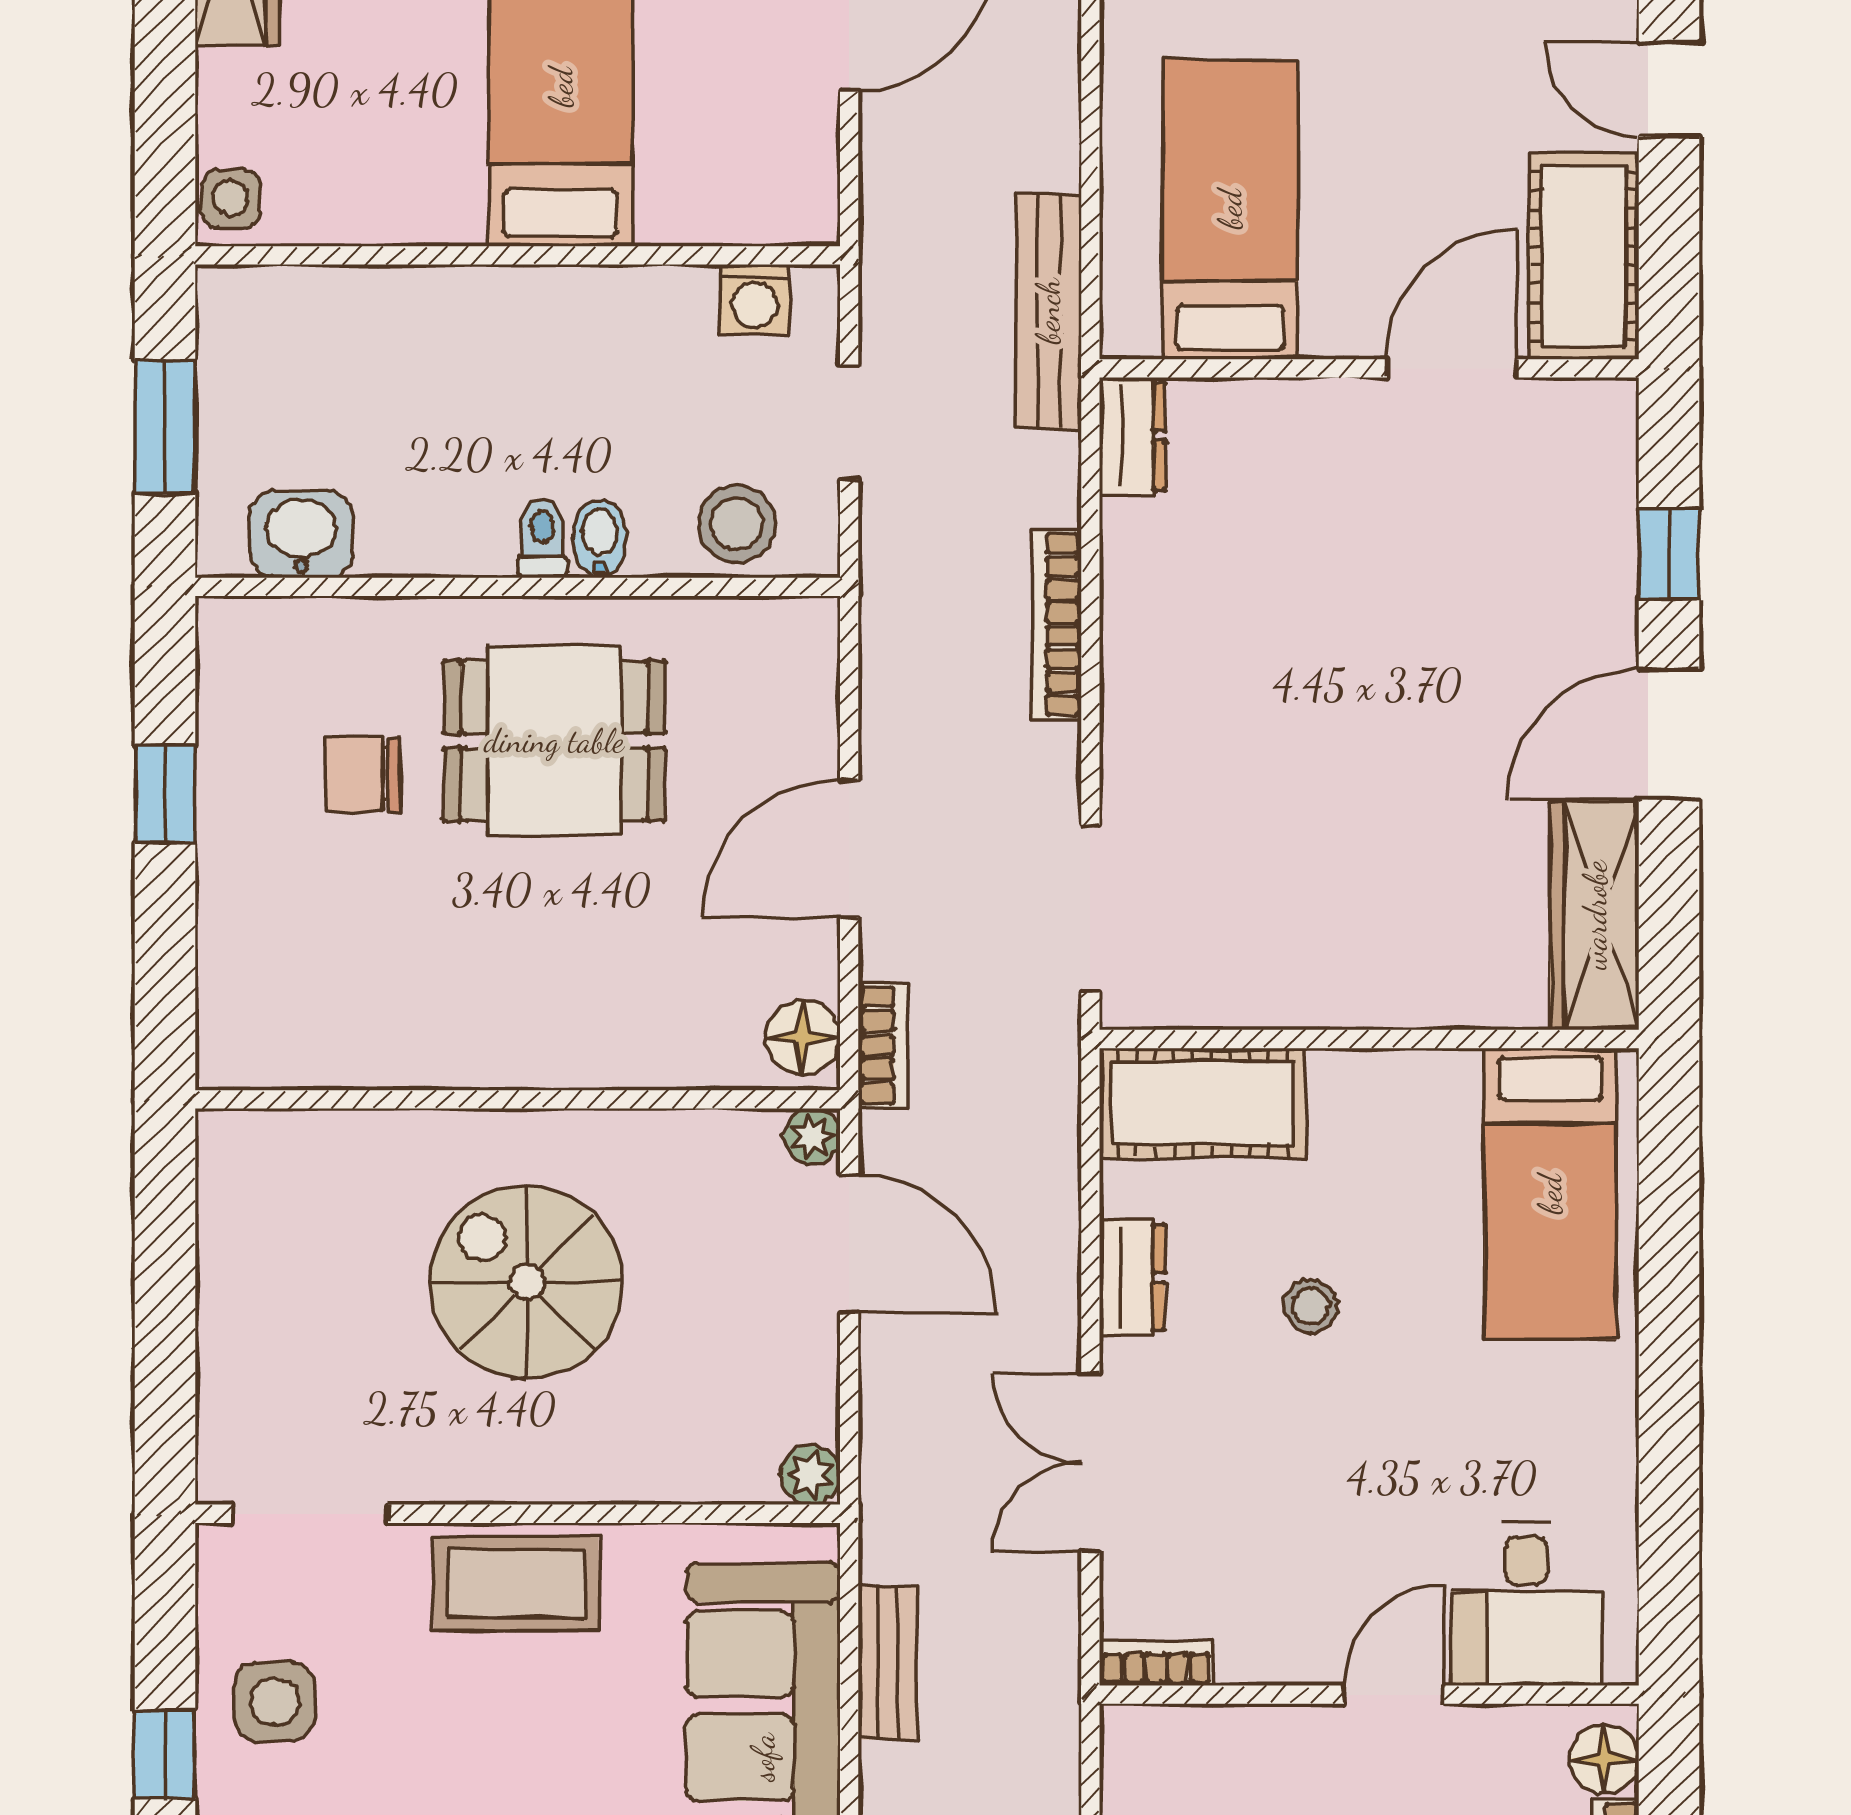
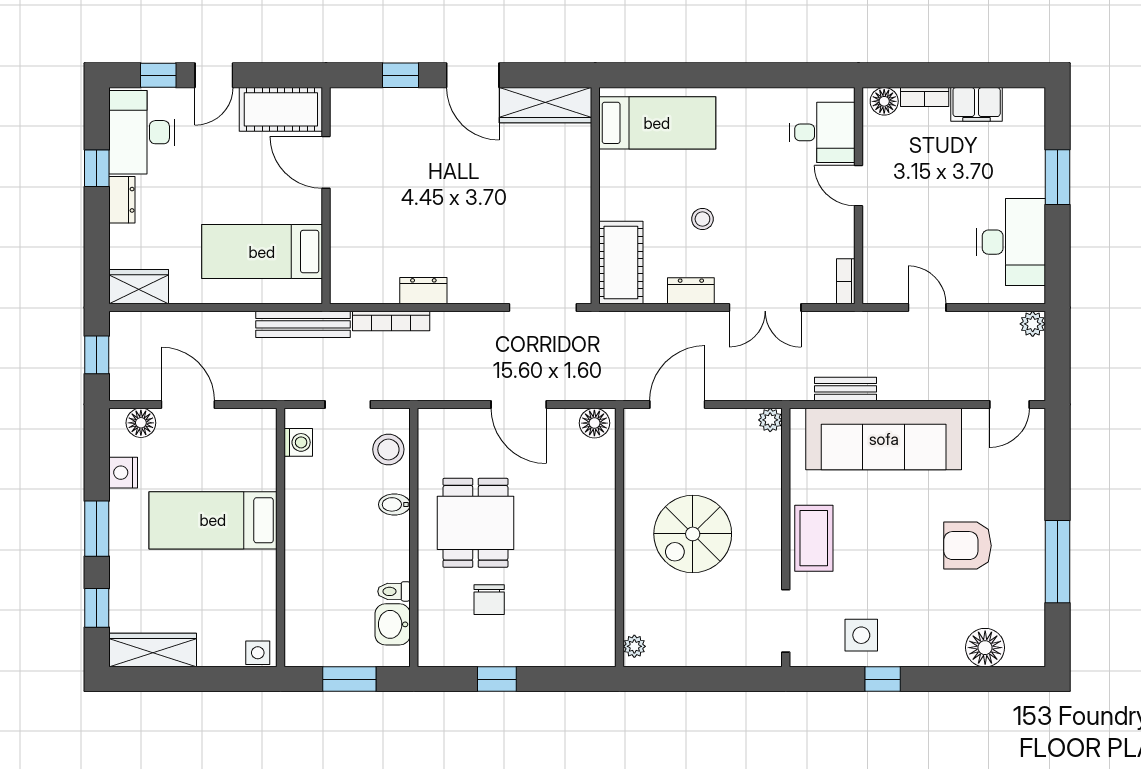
dresser: (1132, 436) -> (423, 291), moved
toilet: (543, 538) -> (394, 591), moved
bookcase: (1057, 624) -> (391, 321), moved
bookcase: (883, 1045) -> (598, 391), removed
plant: (812, 1137) -> (634, 646), moved

